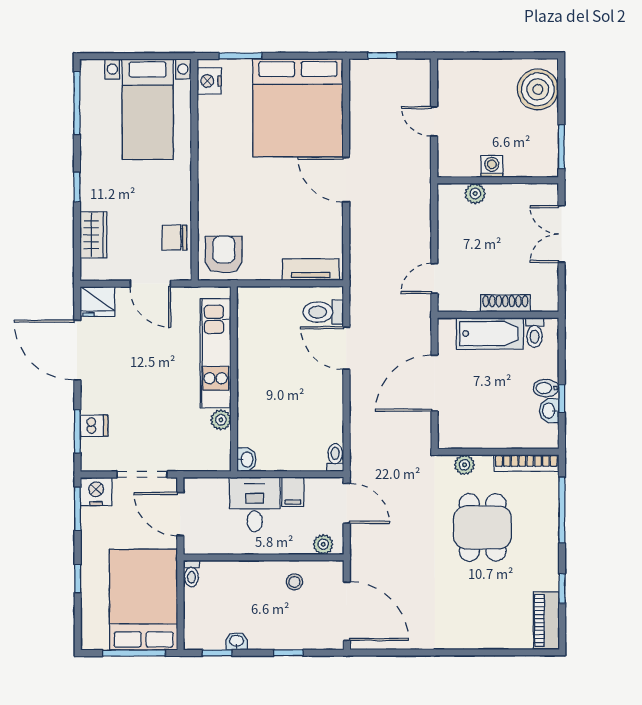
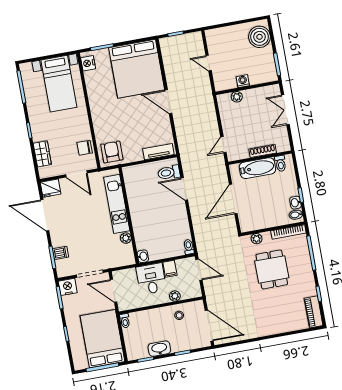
bidet: (546, 388) -> (296, 215), moved
plant: (323, 544) -> (175, 296), moved
washbasin: (236, 641) -> (159, 349), width x1.91, depth x1.45

